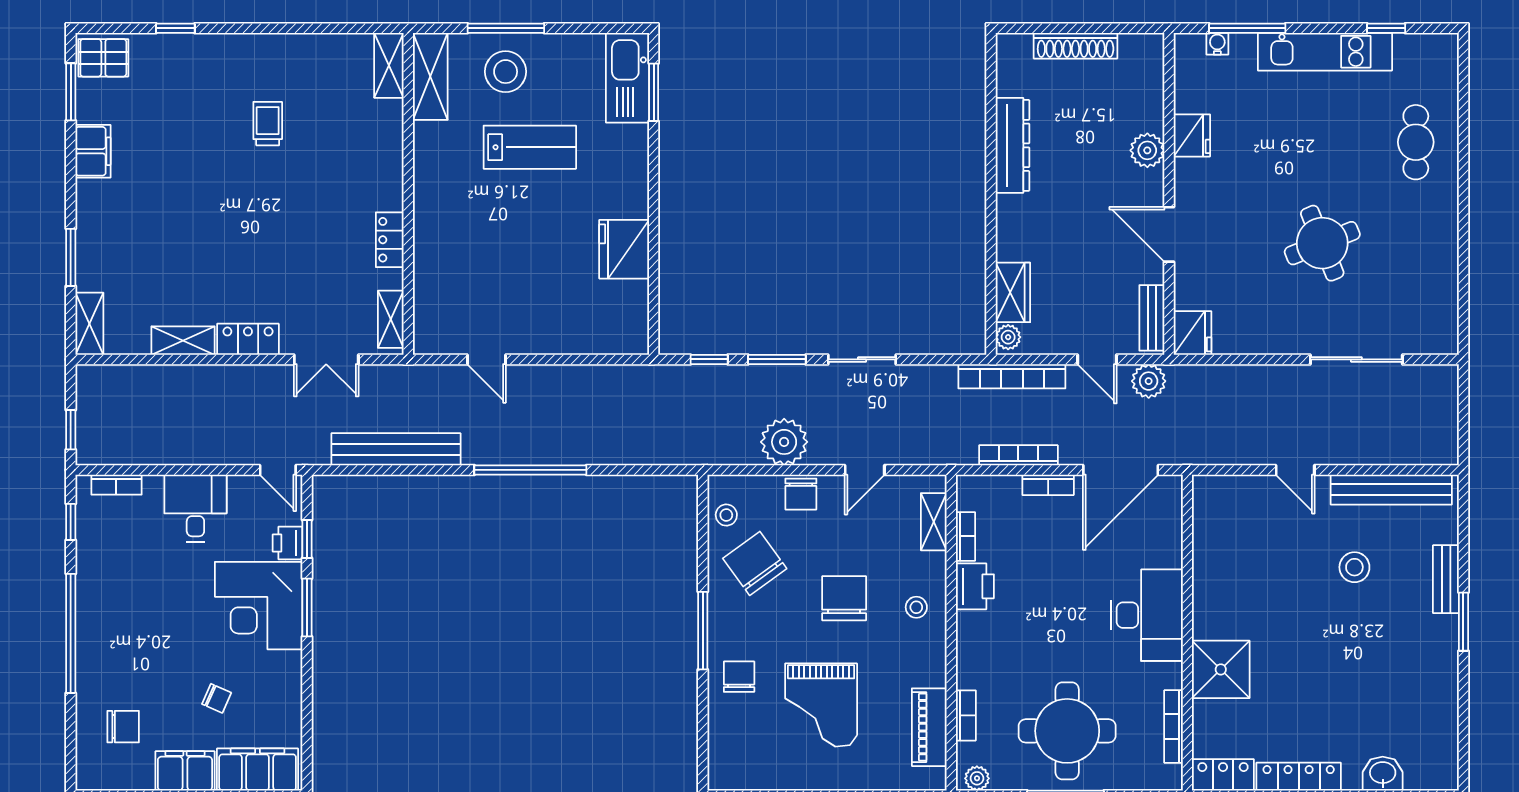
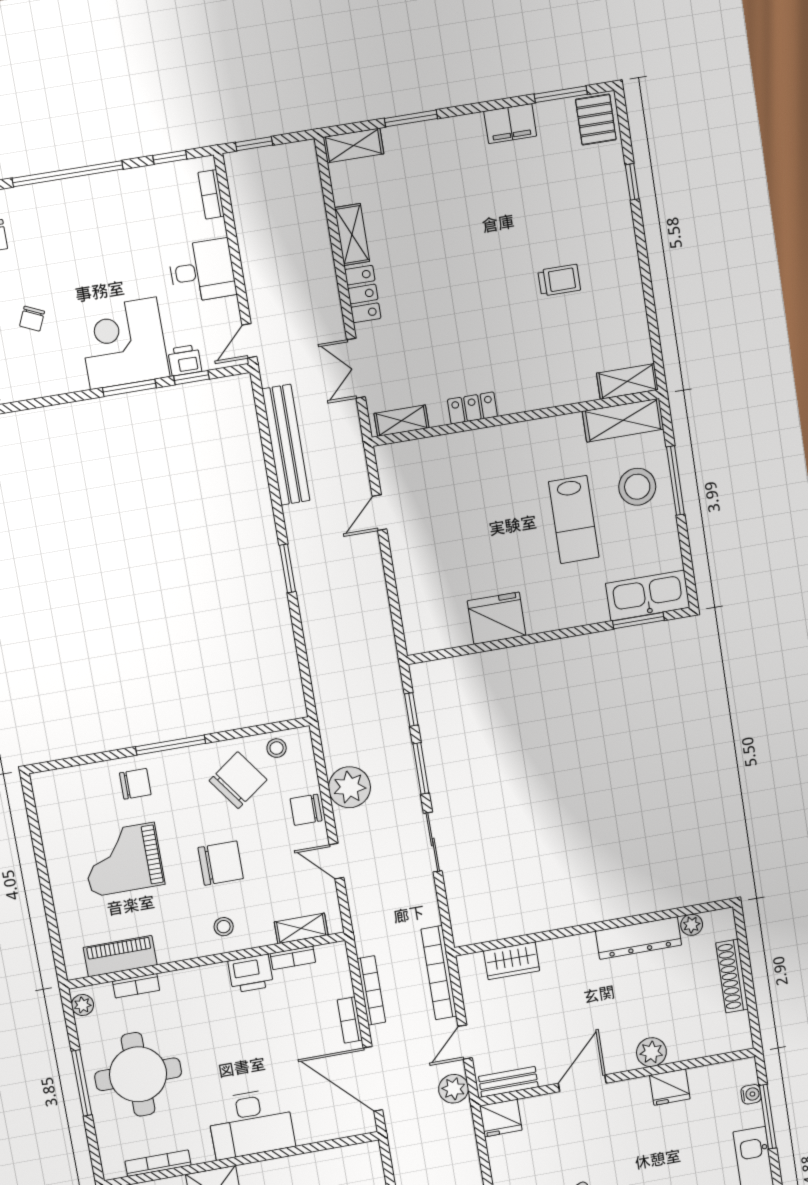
plant: (1008, 337) -> (692, 925), moved
window: (530, 470) -> (287, 568), width x0.47

